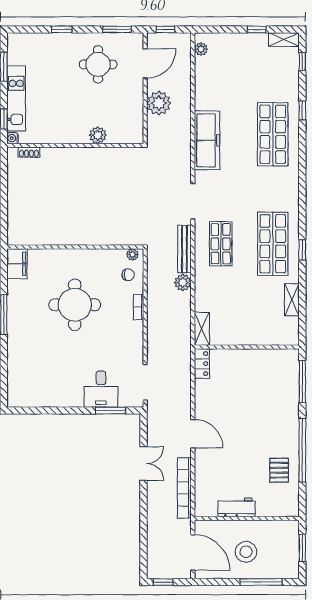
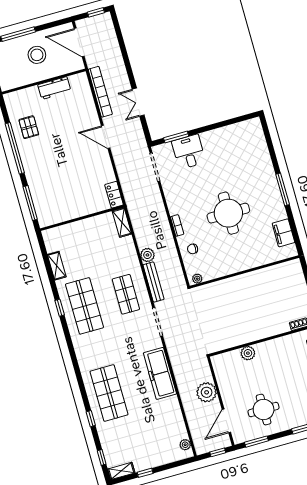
wall: (75, 247) -> (244, 272), moved
plant: (133, 254) -> (197, 279), moved

